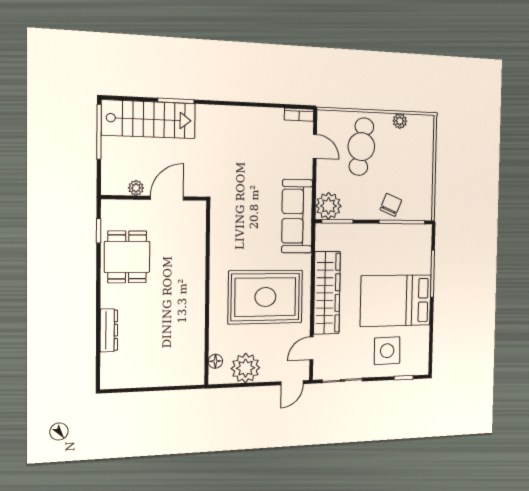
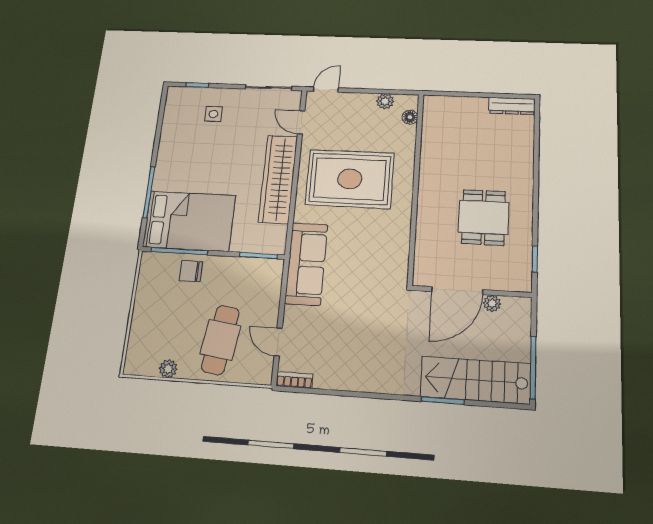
door: (167, 198) -> (457, 291), width x1.36
chair: (391, 205) -> (191, 271), turned 68
plant: (328, 206) -> (268, 273), removed
dining table: (127, 257) -> (484, 217), moved
bed: (396, 301) -> (189, 221), moved
dresser: (109, 330) -> (512, 106), moved, turned -90
door: (311, 348) -> (301, 122), swing flipped
side table: (387, 351) -> (213, 114), width x0.54, depth x0.54
plant: (246, 368) -> (385, 101), width x0.53, depth x0.53

